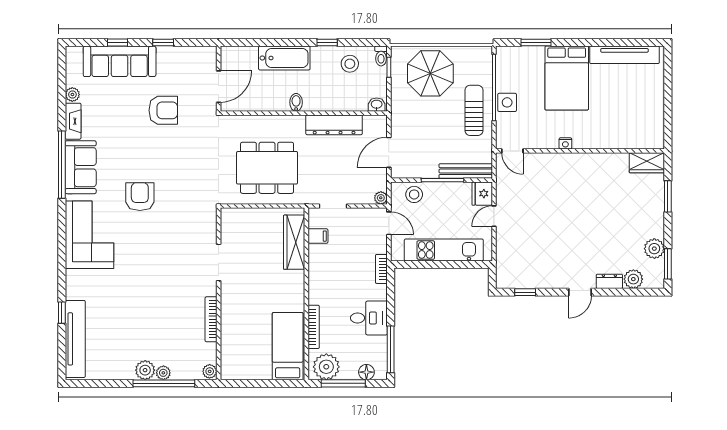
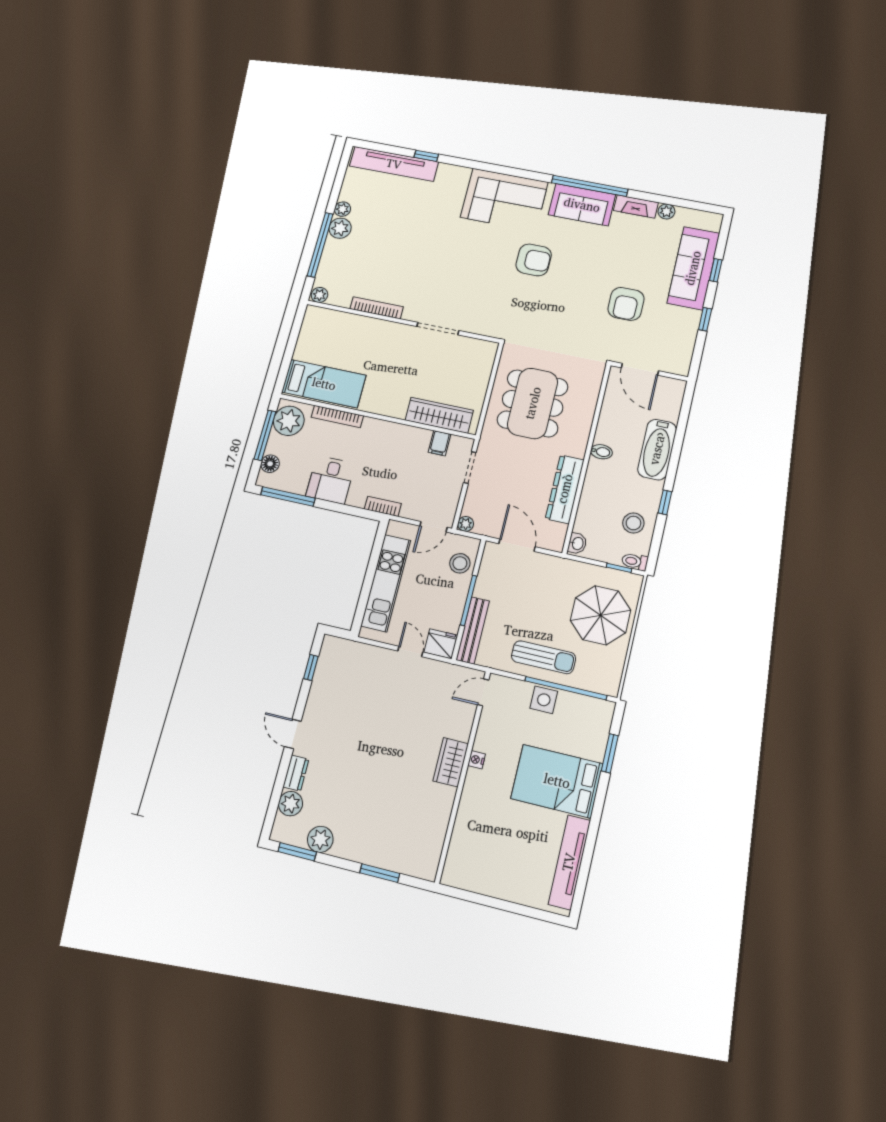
wardrobe: (647, 163) -> (451, 762), moved
plant: (163, 373) -> (343, 209), moved

